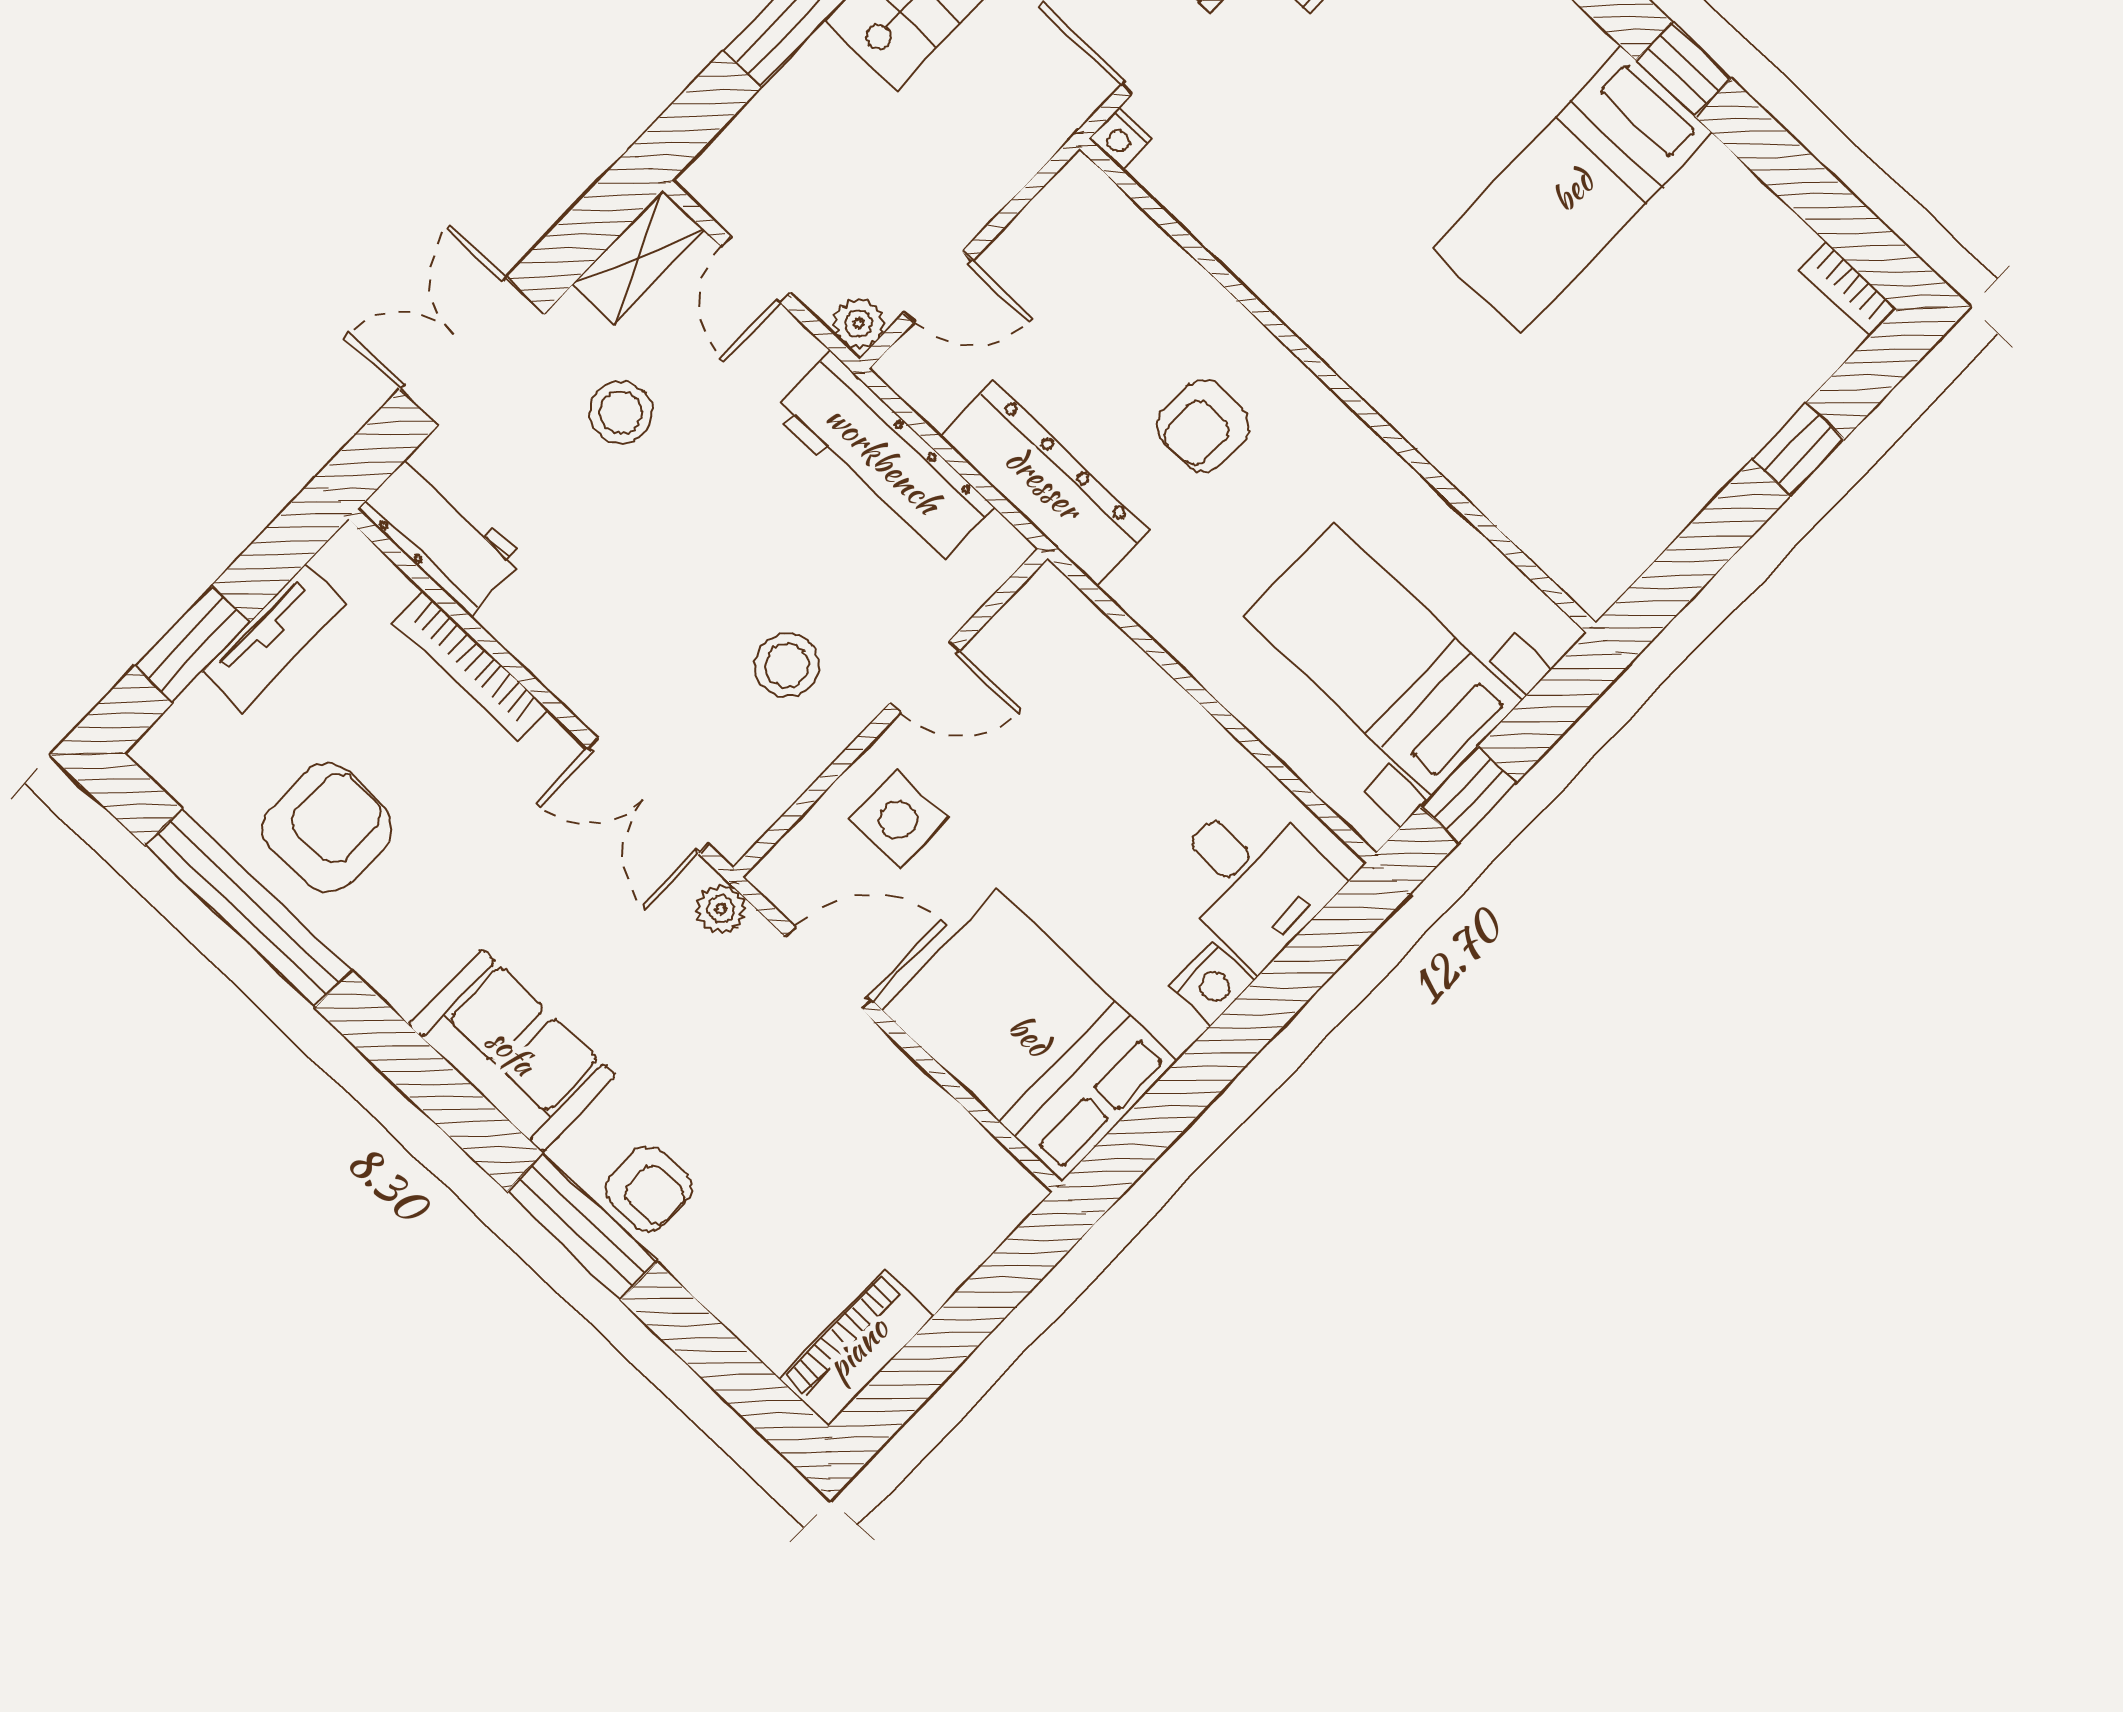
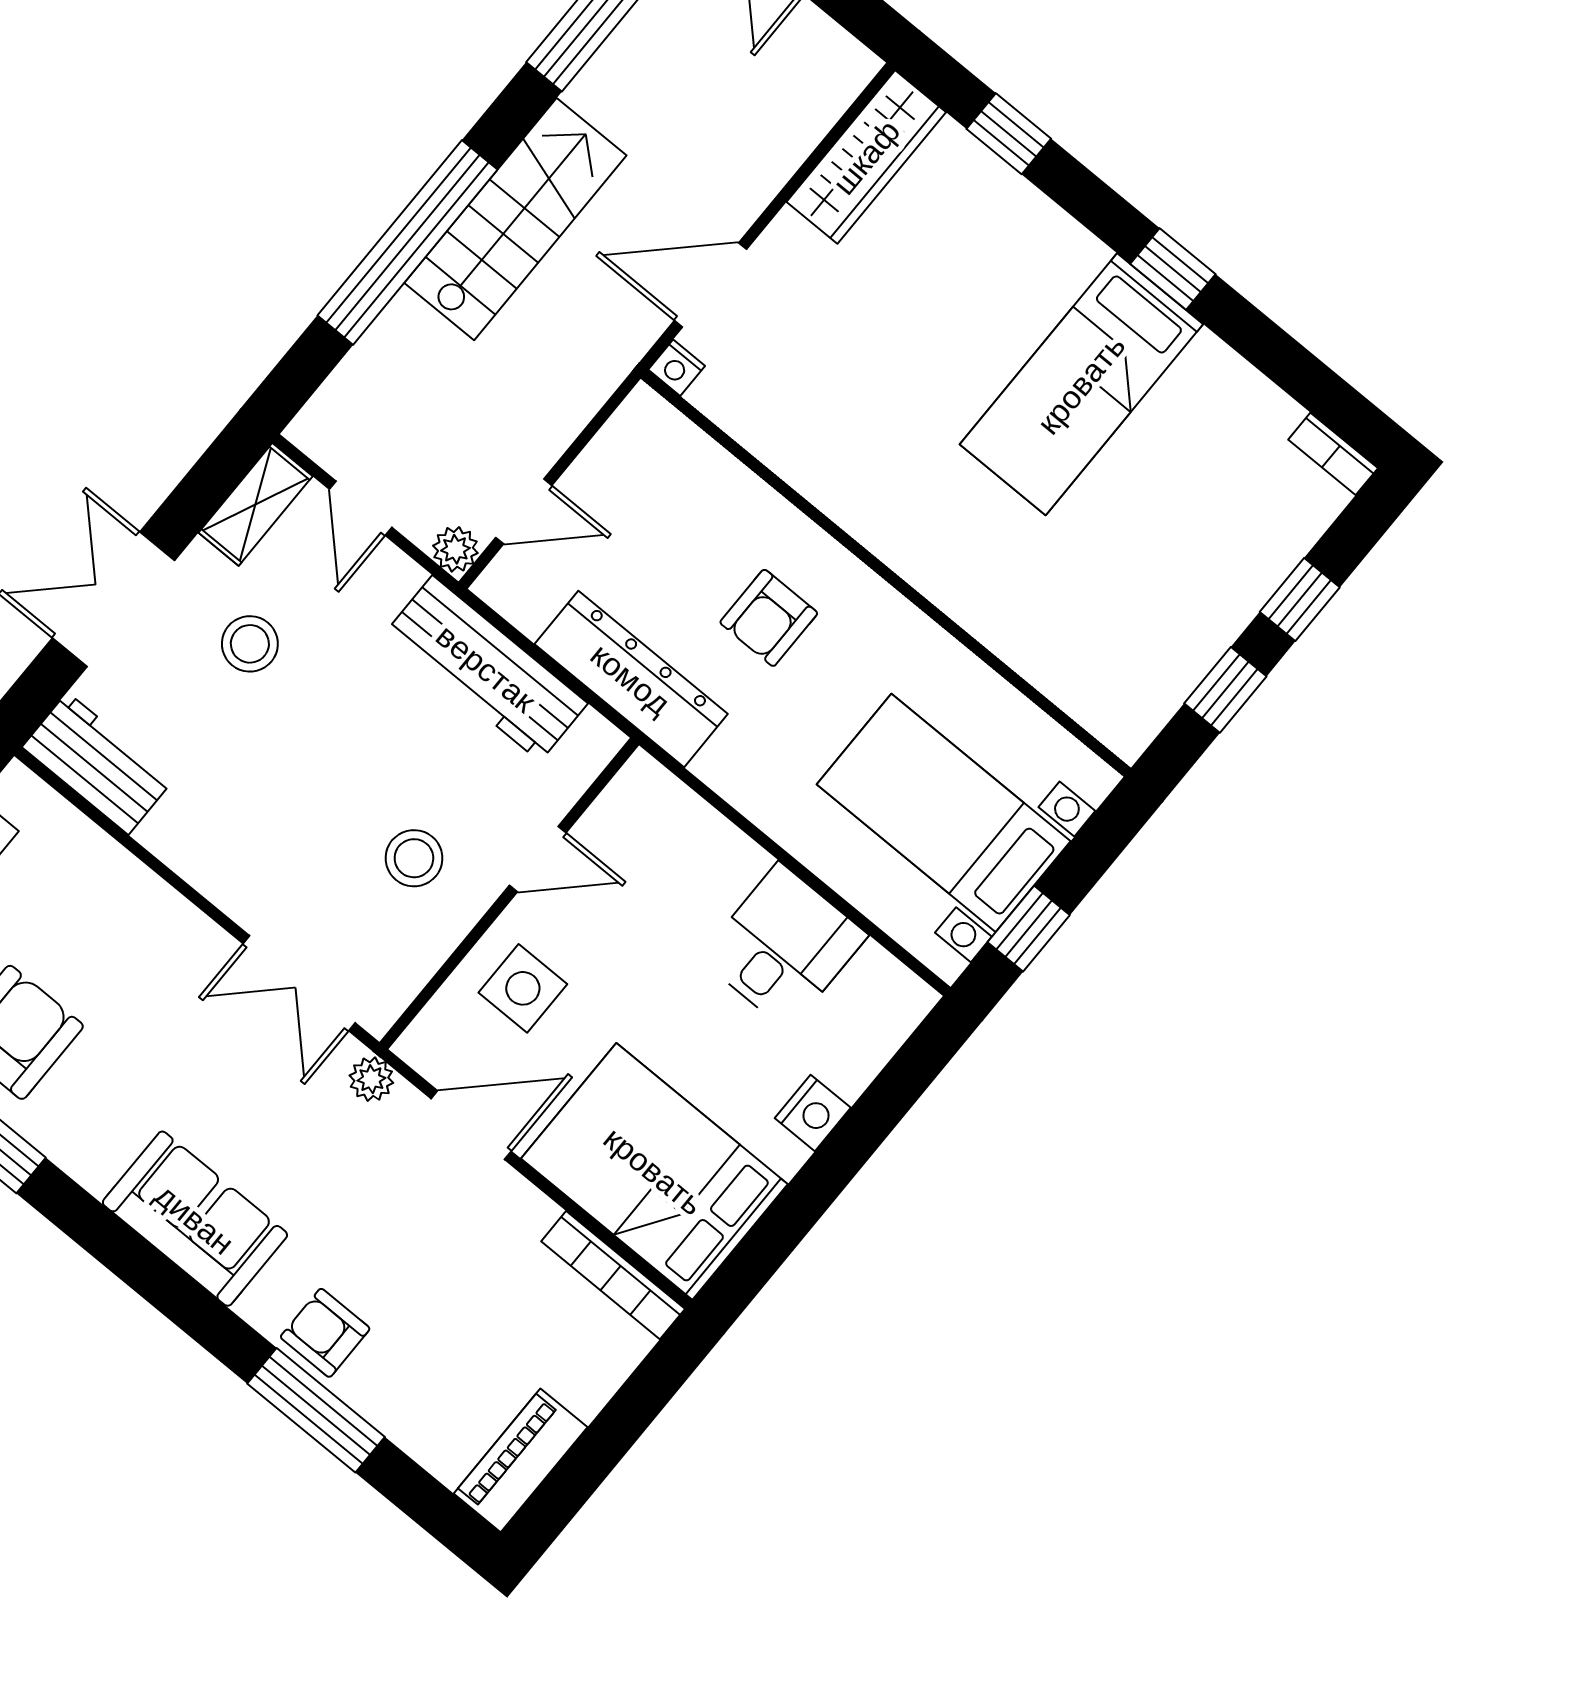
window: (1708, 544) -> (1225, 690), added
bookcase: (470, 665) -> (613, 1275), moved
desk: (1253, 880) -> (784, 947), moved, turned -90
armchair: (649, 1189) -> (325, 1333), turned 180
window: (582, 1227) -> (316, 1410), moved

